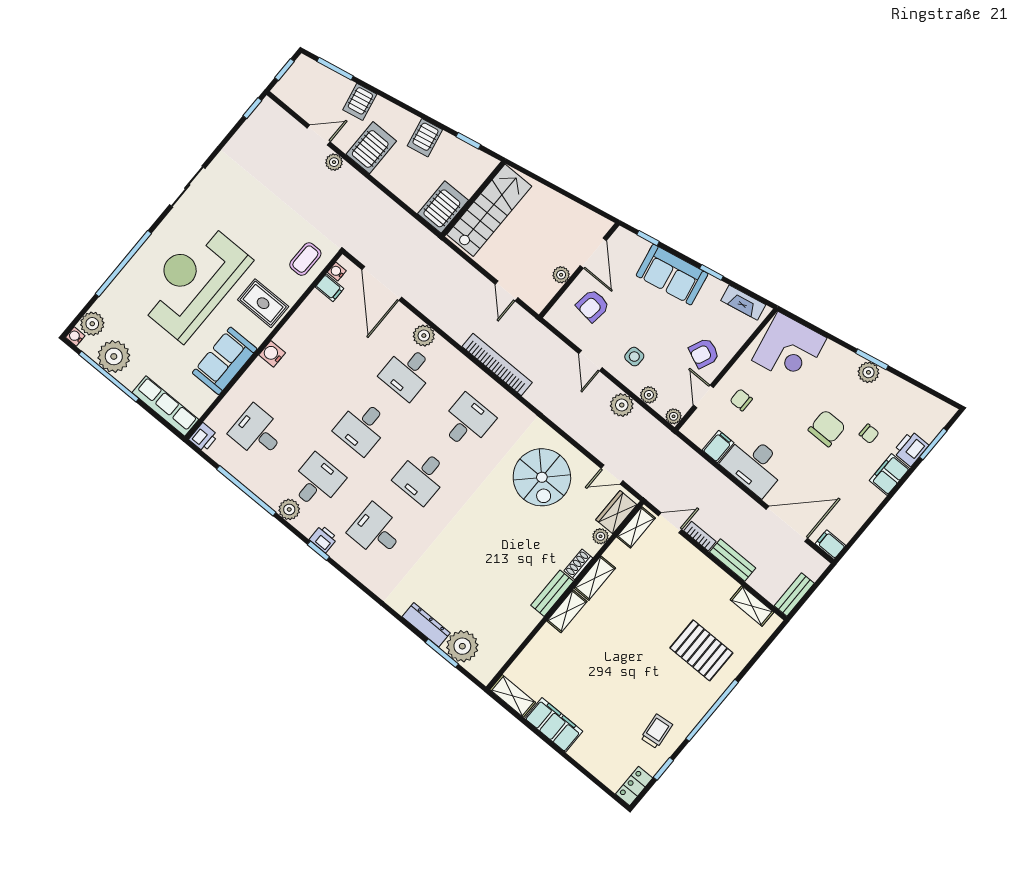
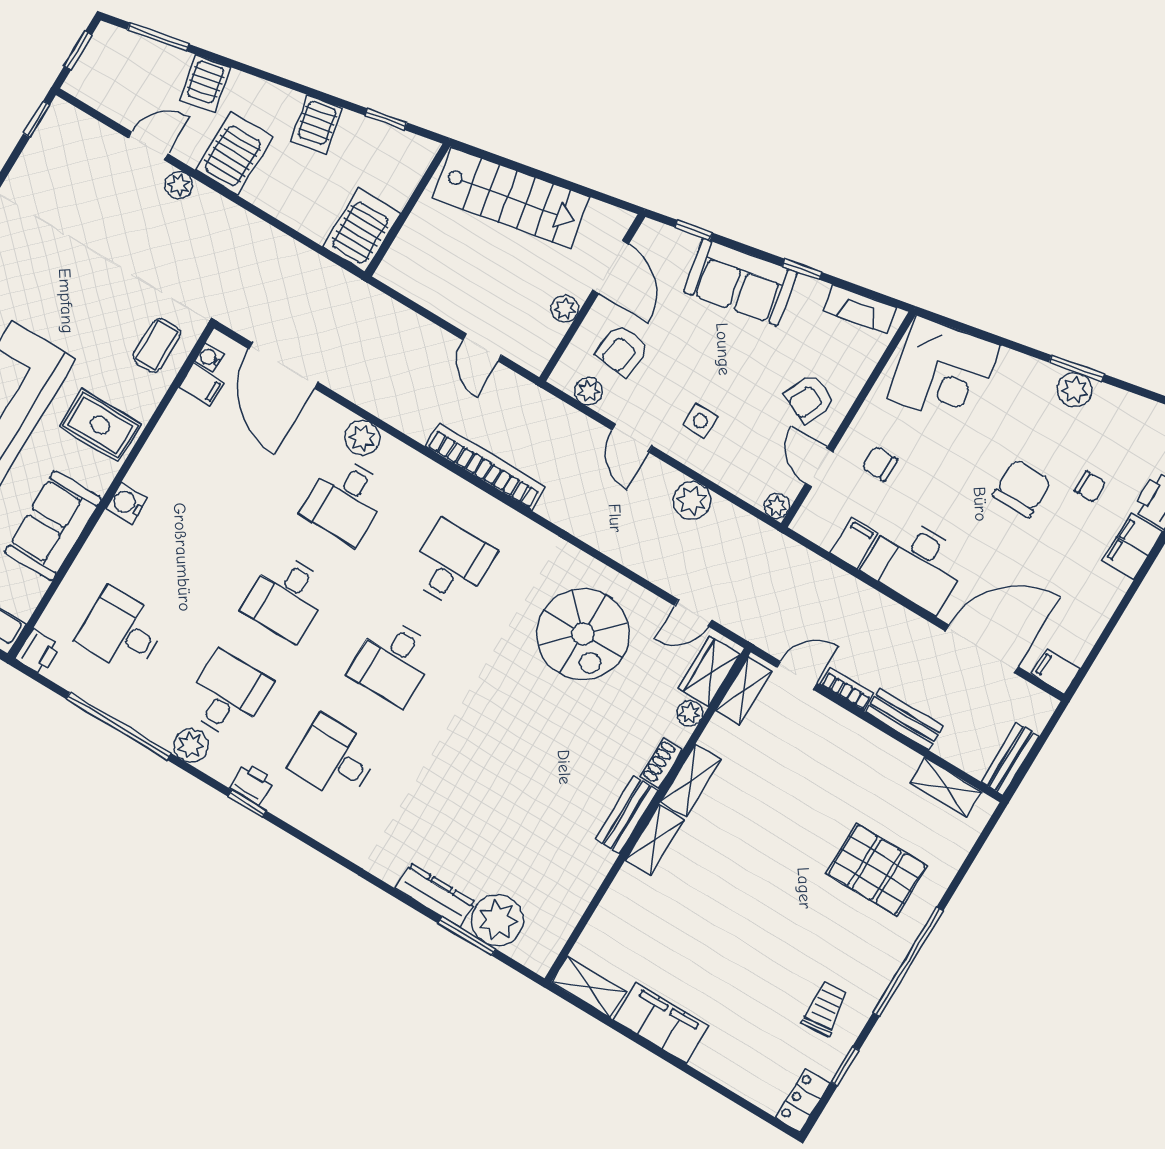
stairs: (489, 210) -> (511, 198), moved, turned 79
plant: (649, 395) -> (589, 391), moved

